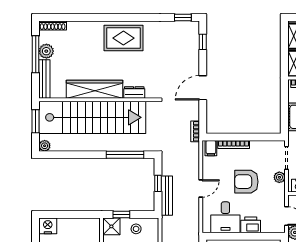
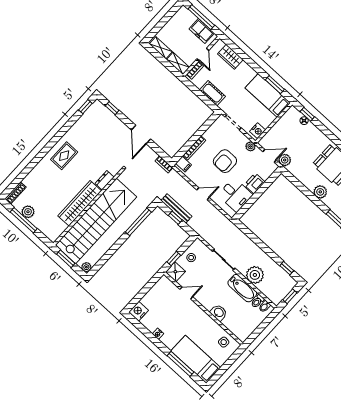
rug: (123, 38) -> (64, 156), width x0.73, depth x0.70
bench: (44, 79) -> (44, 229), removed
plant: (279, 177) -> (250, 146), moved
door: (201, 188) -> (203, 194), hinge flipped
bench: (167, 196) -> (176, 209), moved

